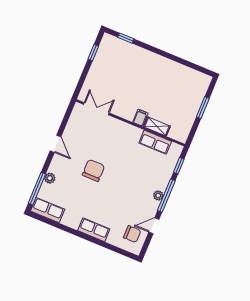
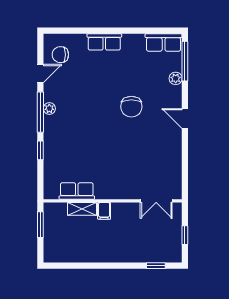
double door: (96, 109) -> (156, 201), moved
filing cabinet: (140, 118) -> (104, 211), moved
wall: (130, 123) -> (113, 201), moved
shelving: (157, 126) -> (82, 209), moved
row of seats: (155, 142) -> (77, 191), moved

